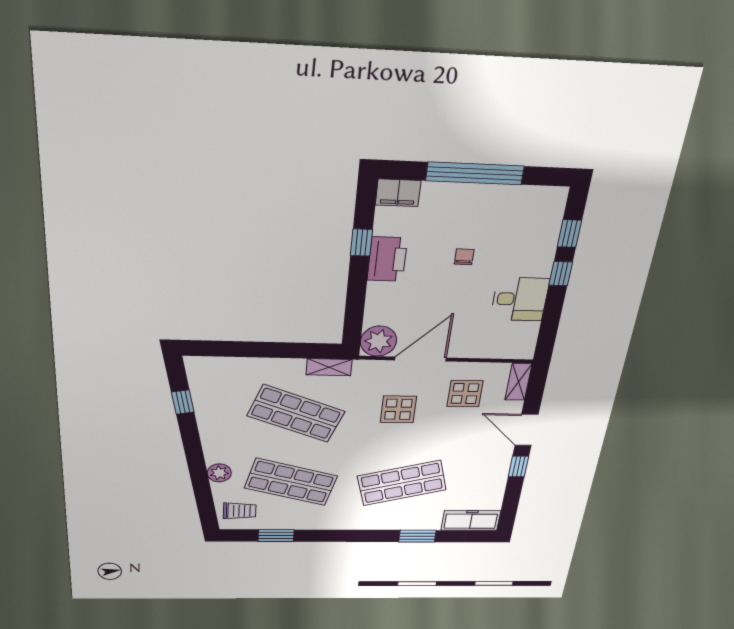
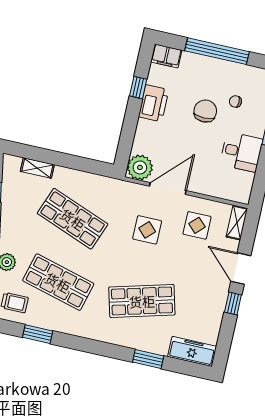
chair: (507, 237) -> (235, 101), added
chair: (464, 257) -> (205, 111), width x1.87, depth x1.87
shelving: (329, 367) -> (37, 168), moved

